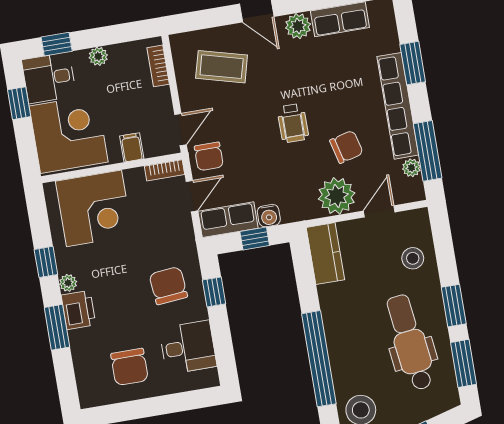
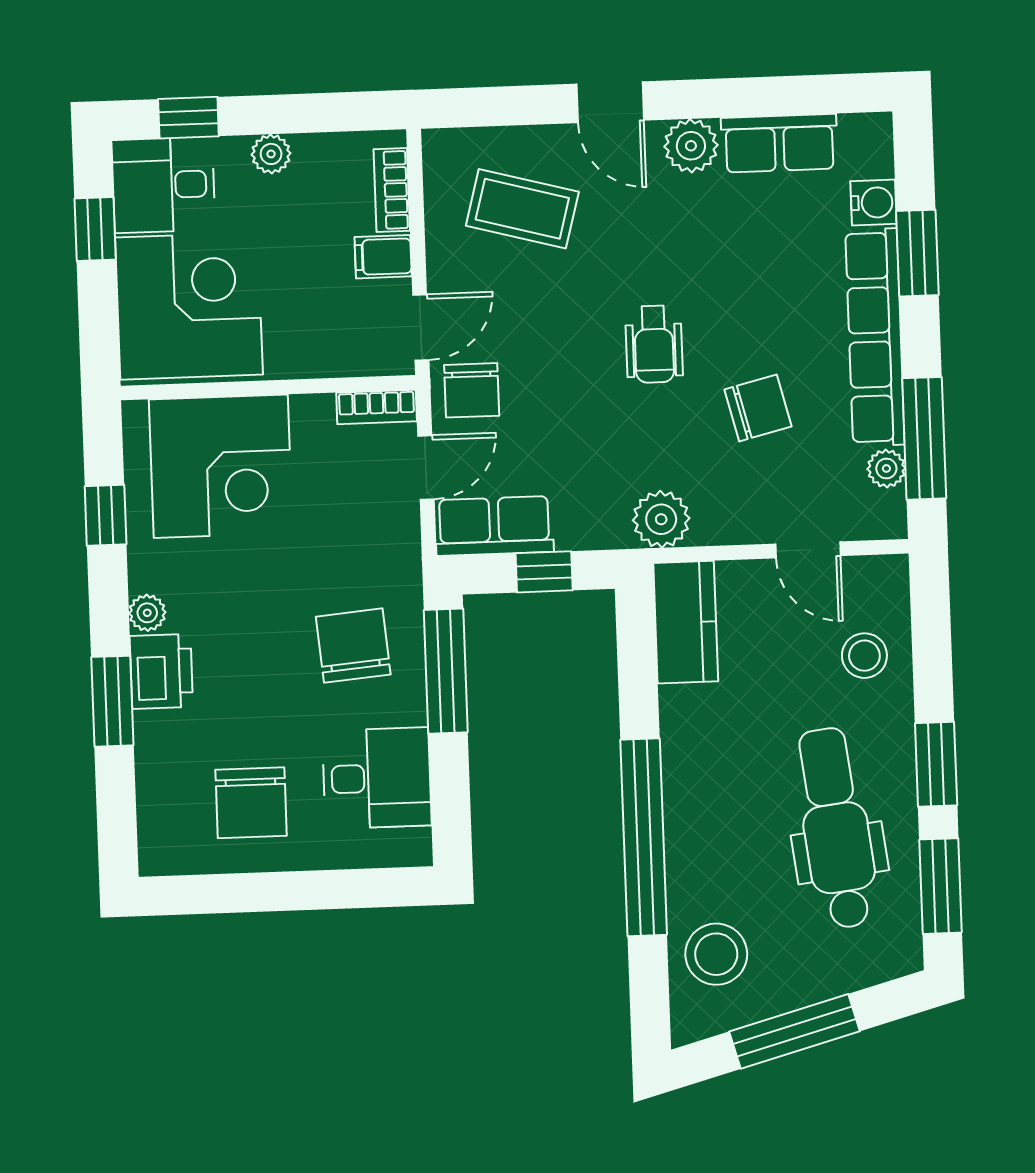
filing cabinet: (132, 147) -> (383, 257), moved, turned -90
plant: (337, 196) -> (661, 519), moved, width x0.73, depth x0.73
door: (379, 211) -> (808, 550), swing flipped
water cooler: (269, 216) -> (874, 203), moved, turned -90
window: (46, 262) -> (106, 515), moved
window: (214, 292) -> (446, 671), width x2.17

